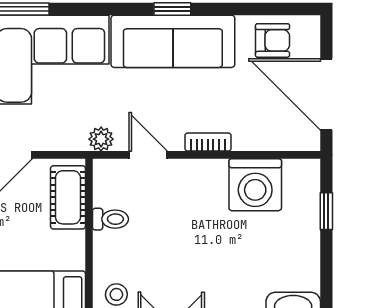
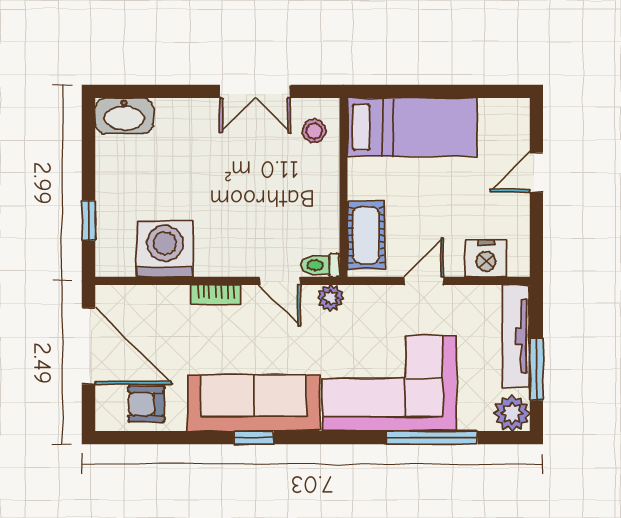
toilet: (110, 219) -> (320, 265), moved

